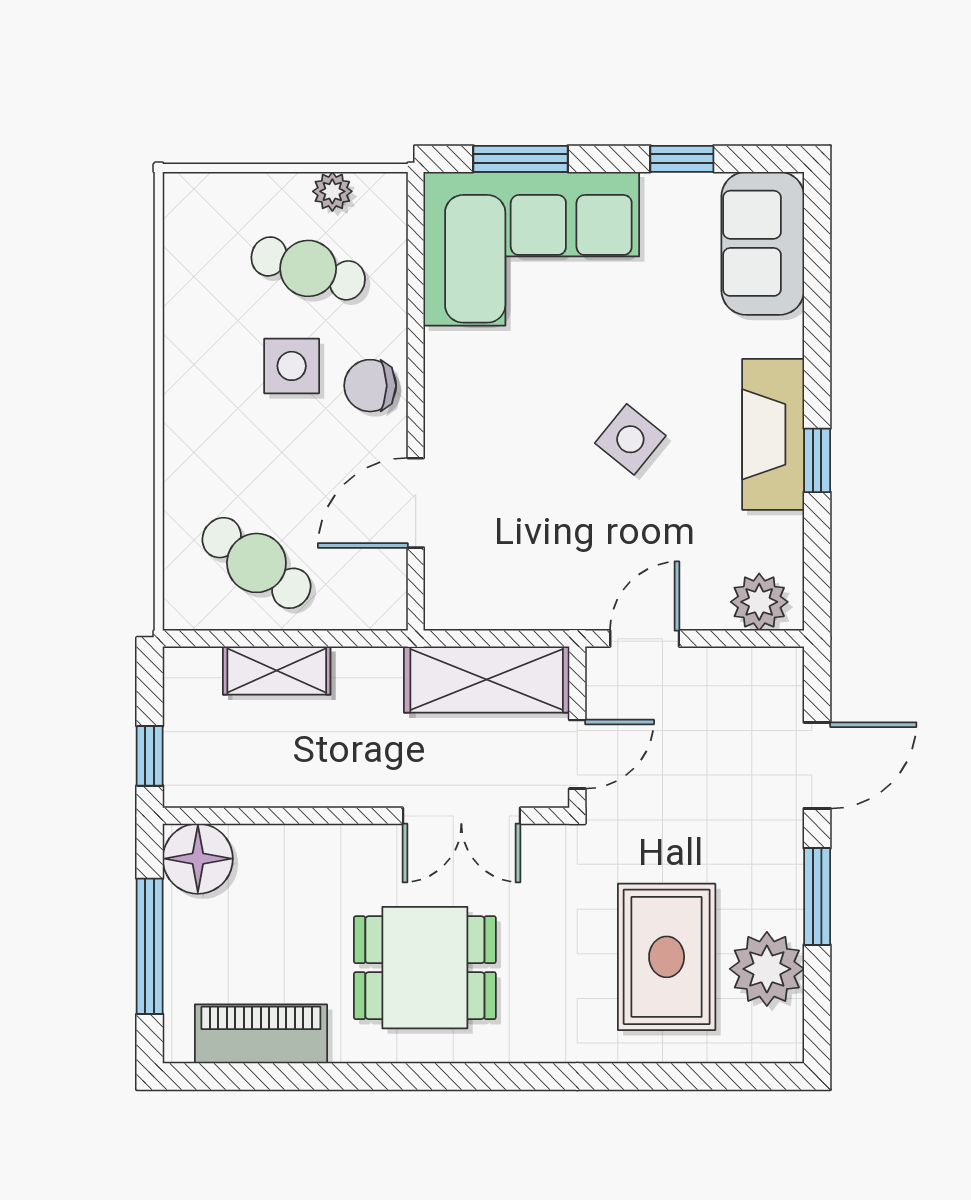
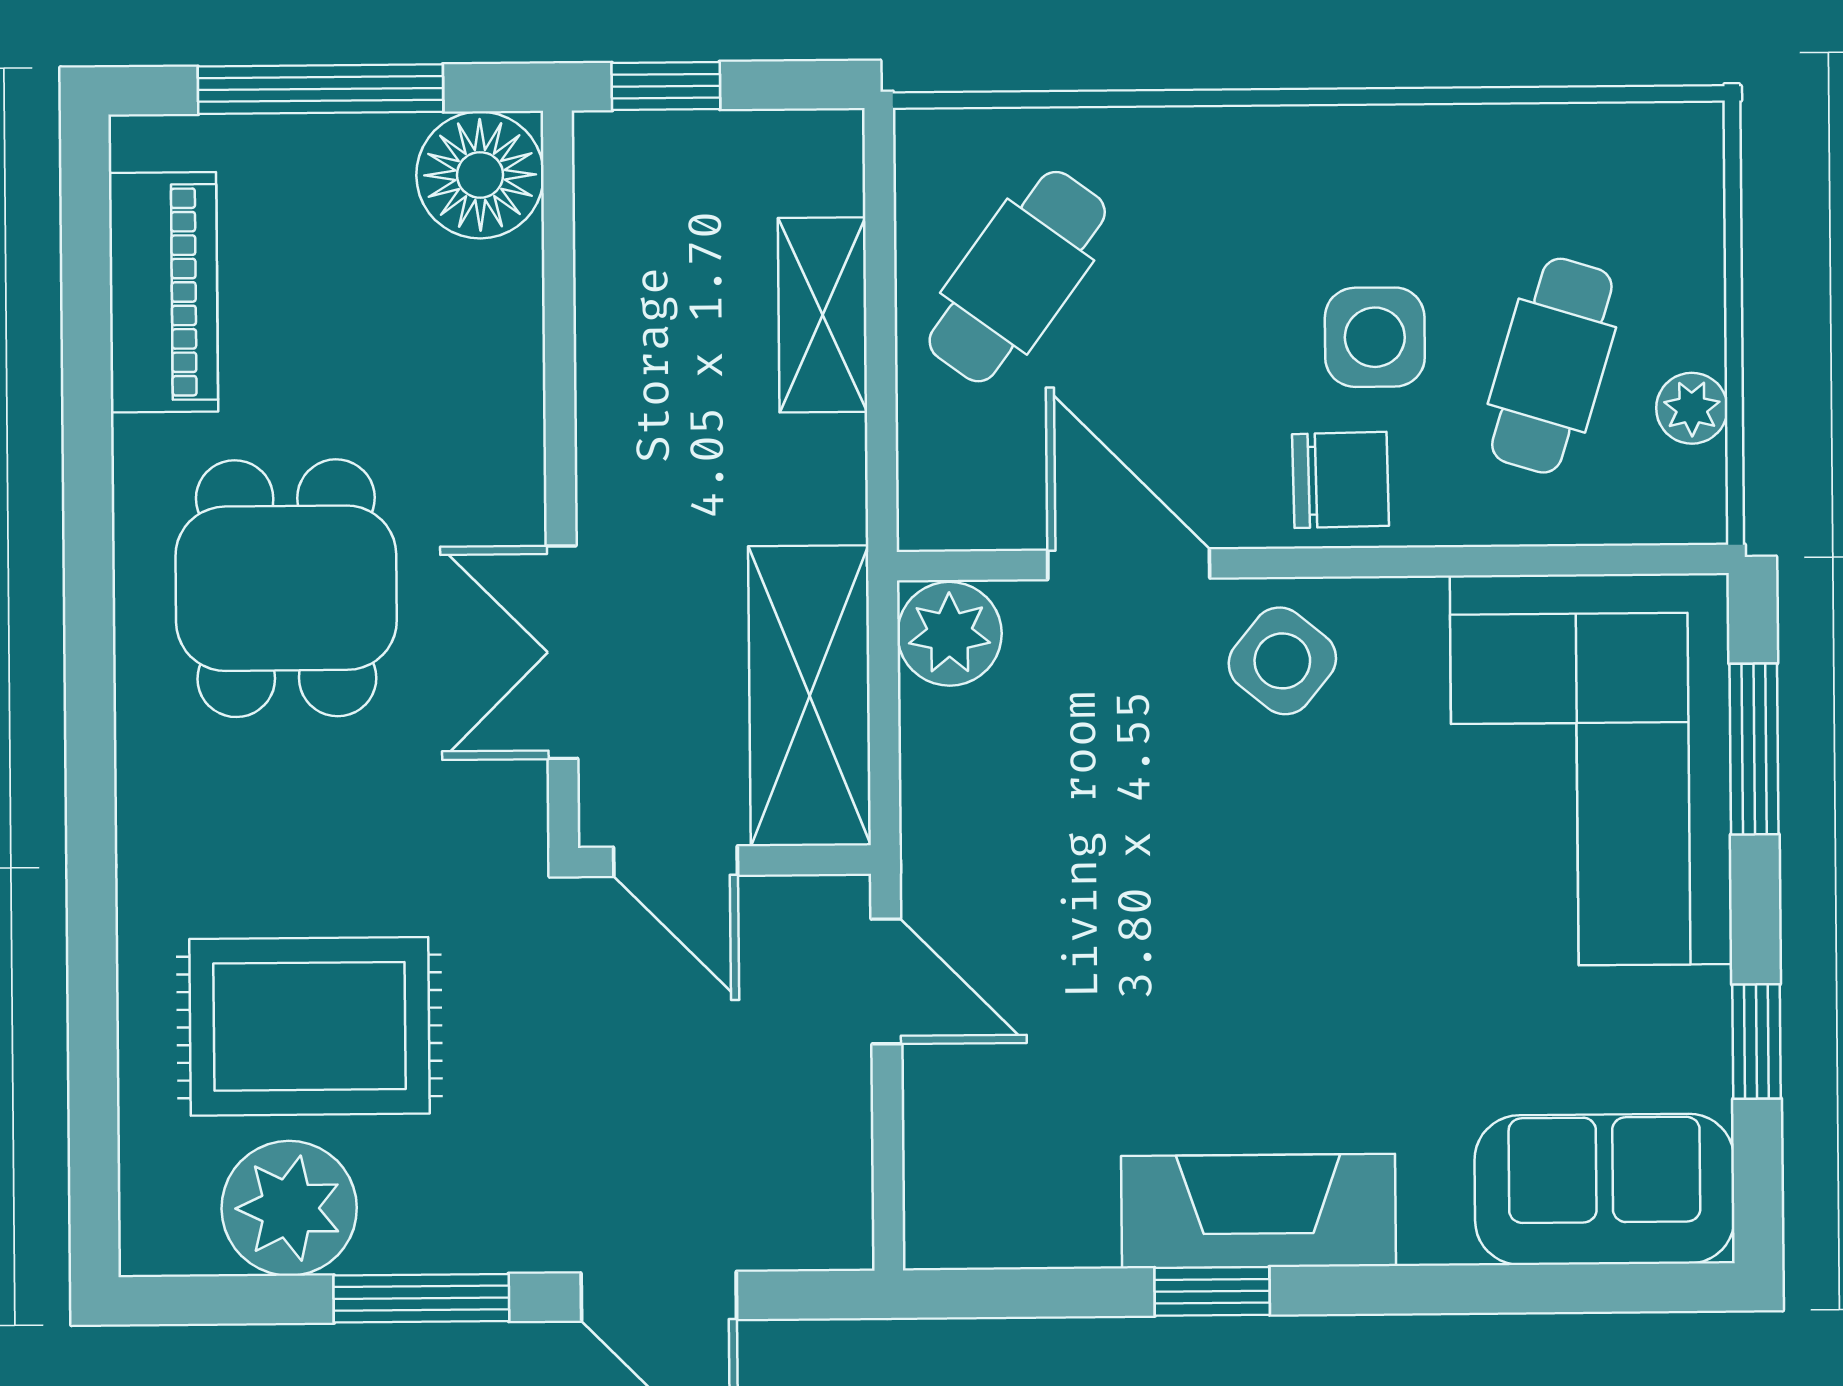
chair: (370, 386) -> (1341, 480), turned 89
side table: (630, 439) -> (1282, 661), moved
plant: (759, 602) -> (949, 634), moved

